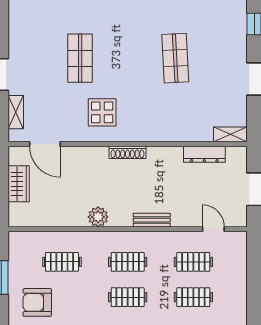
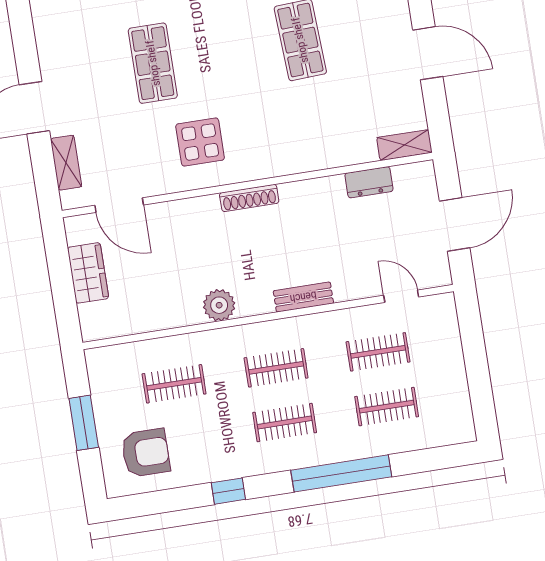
dresser: (204, 154) -> (369, 182), width x0.70
armchair: (37, 302) -> (146, 453), turned 180

